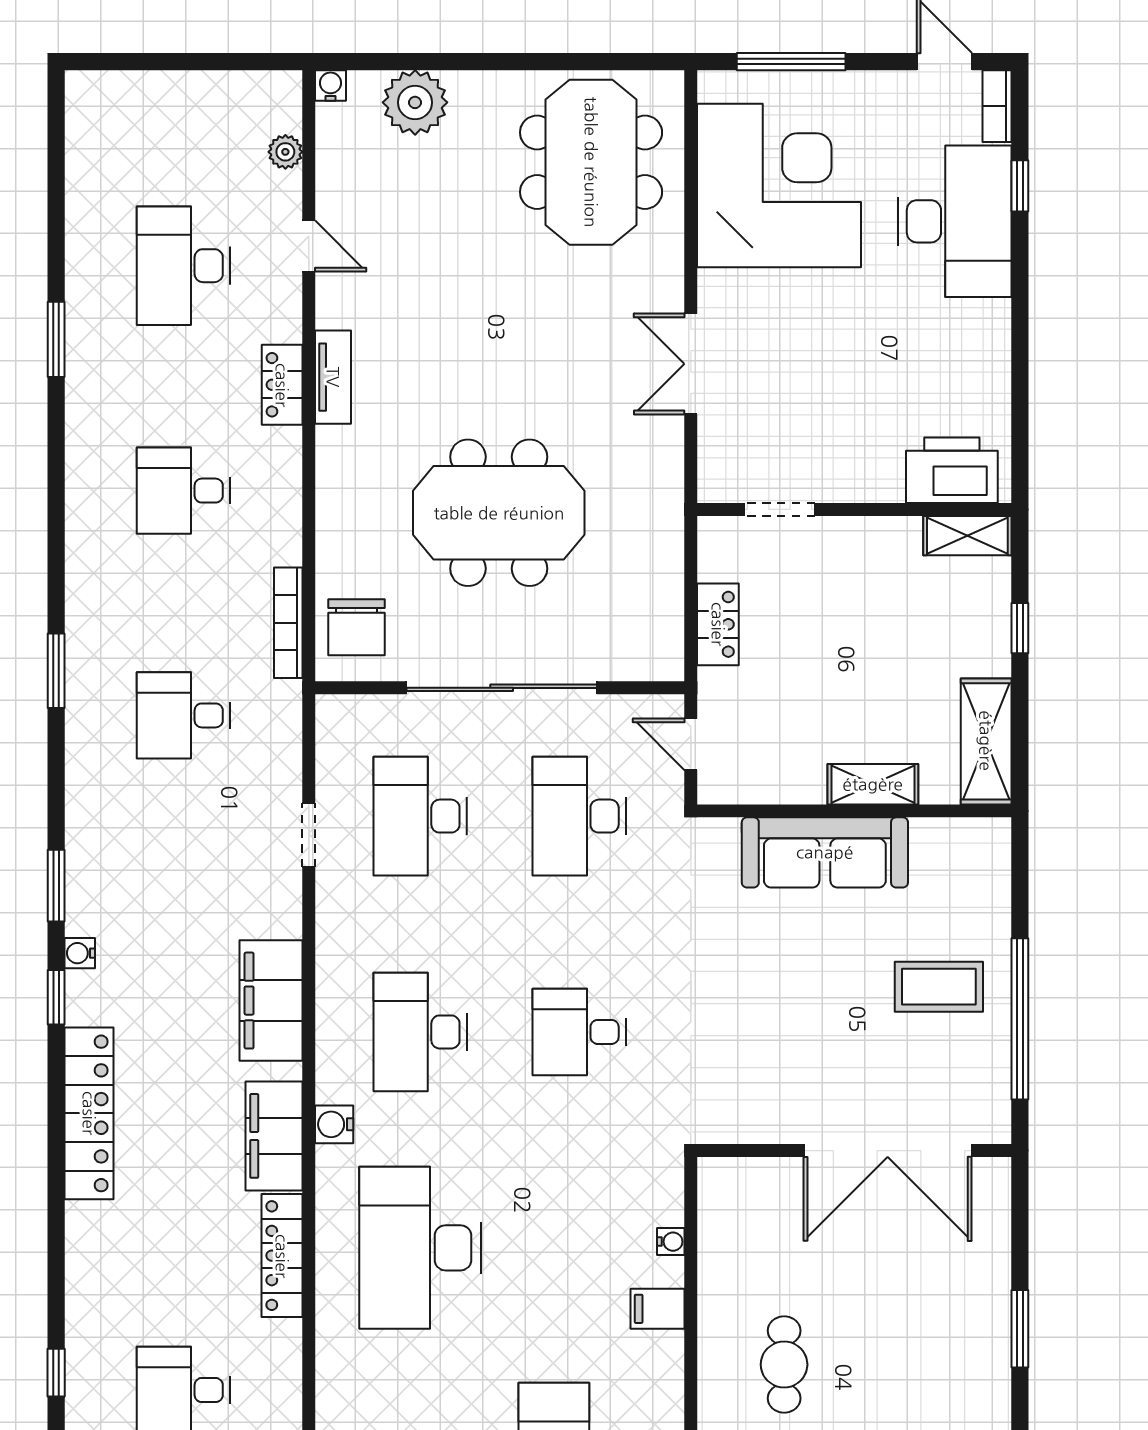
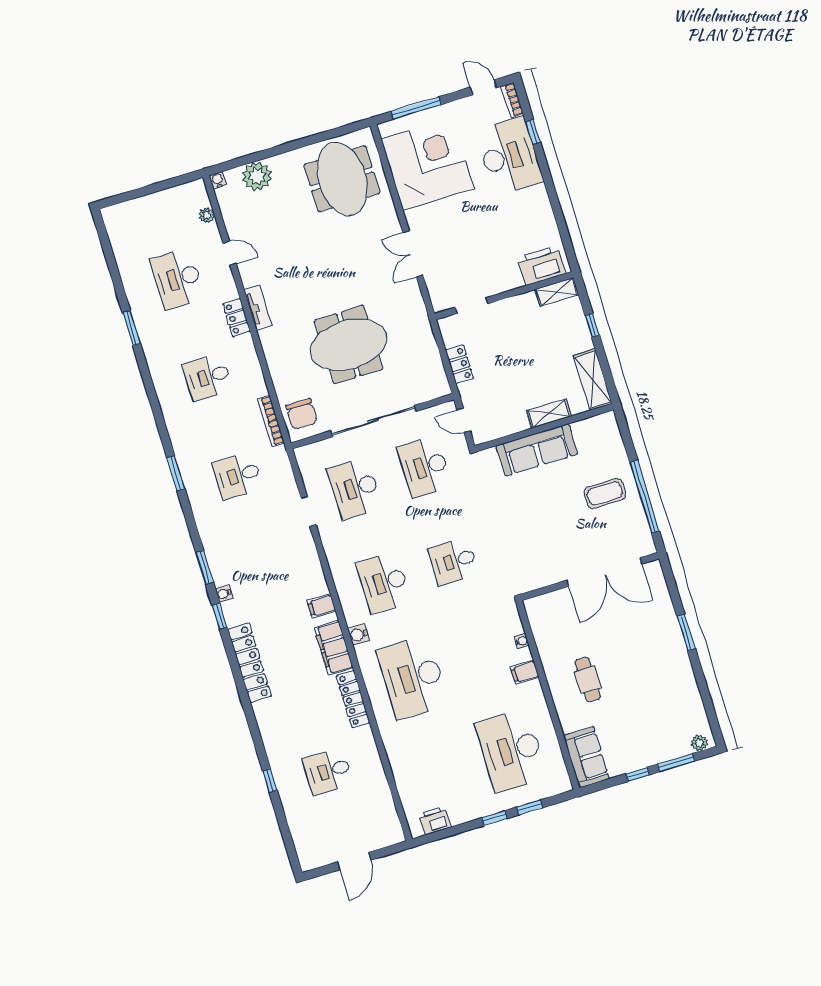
filing cabinet: (271, 1001) -> (322, 606), width x0.33, depth x0.86

